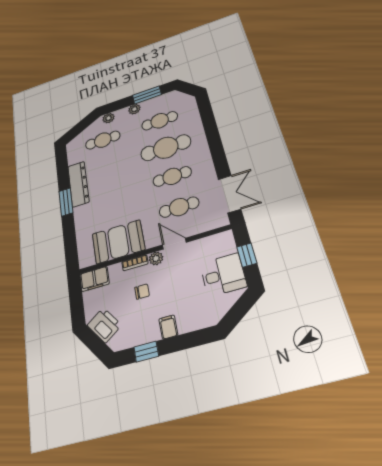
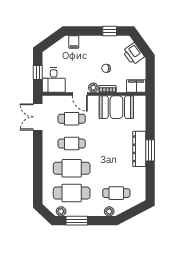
plant: (134, 109) -> (61, 211), moved
cafe table: (160, 121) -> (72, 193), width x1.37, depth x1.35
dresser: (78, 184) -> (139, 149), moved
desk: (223, 275) -> (54, 80), moved, turned -90
filing cabinet: (168, 327) -> (74, 42), moved

